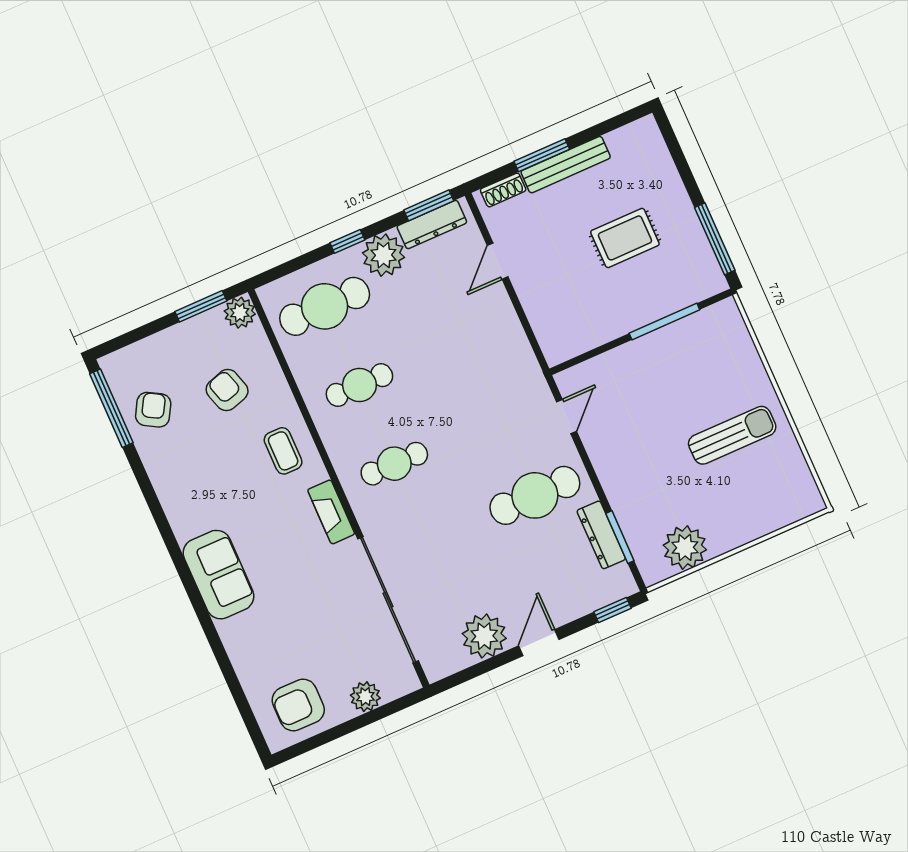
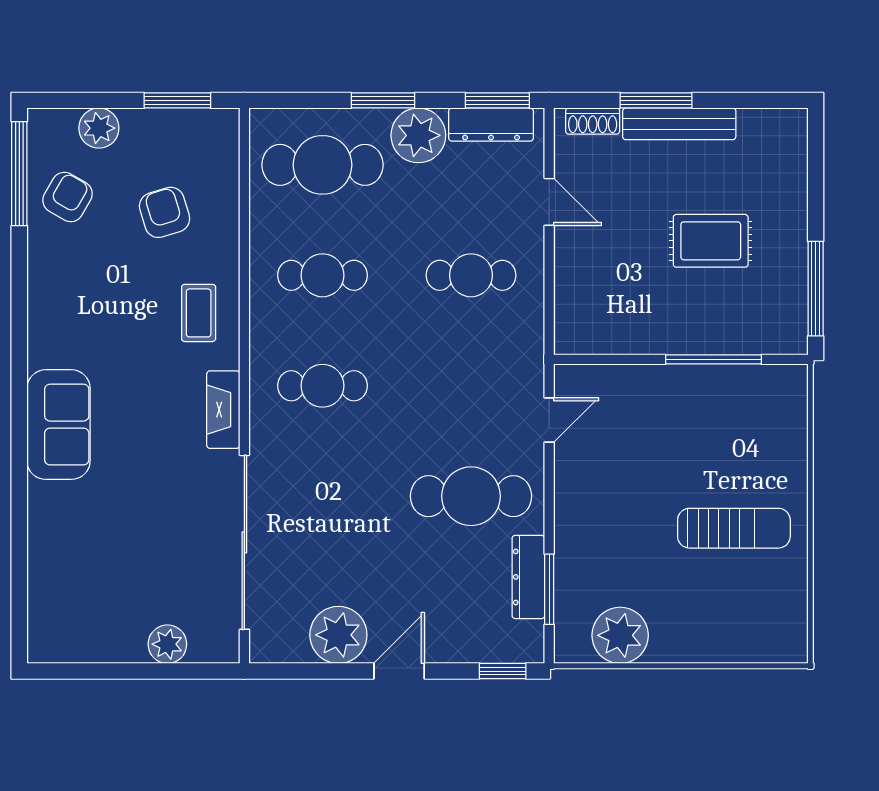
window: (347, 241) -> (383, 100), width x1.50
door: (498, 261) -> (549, 202), swing flipped
plant: (240, 313) -> (99, 128), moved
cafe table: (465, 338) -> (471, 275), added
armchair: (298, 705) -> (84, 619), removed

